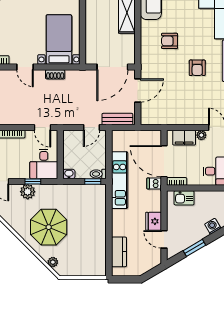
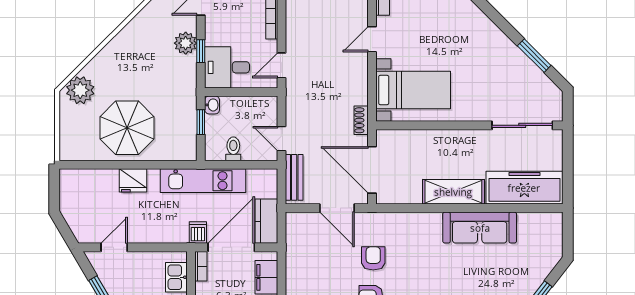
armchair: (170, 41) -> (373, 258), moved
shoe rack: (55, 74) -> (361, 120), moved
toilet: (98, 174) -> (233, 149), moved
window: (93, 181) -> (201, 122), moved
fridge: (154, 221) -> (133, 180), moved, turned 180
parasol: (49, 227) -> (127, 128), moved
kitchen counter: (119, 252) -> (266, 221), moved, turned 90
plant: (53, 262) -> (80, 90), width x1.88, depth x1.88

